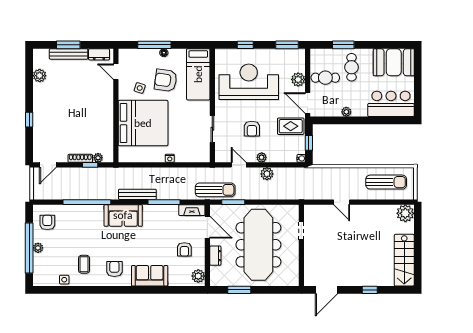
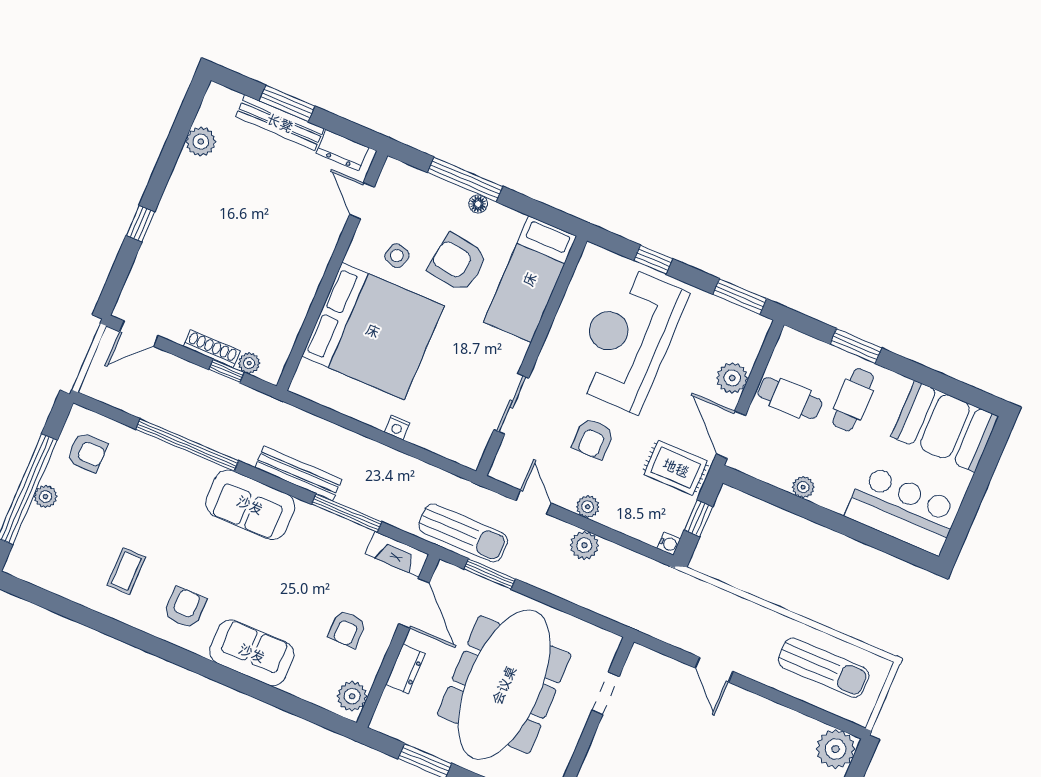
reception desk: (249, 82) -> (628, 339), turned -90
armchair: (47, 222) -> (87, 452), turned 90
side table: (64, 280) -> (72, 585), removed

